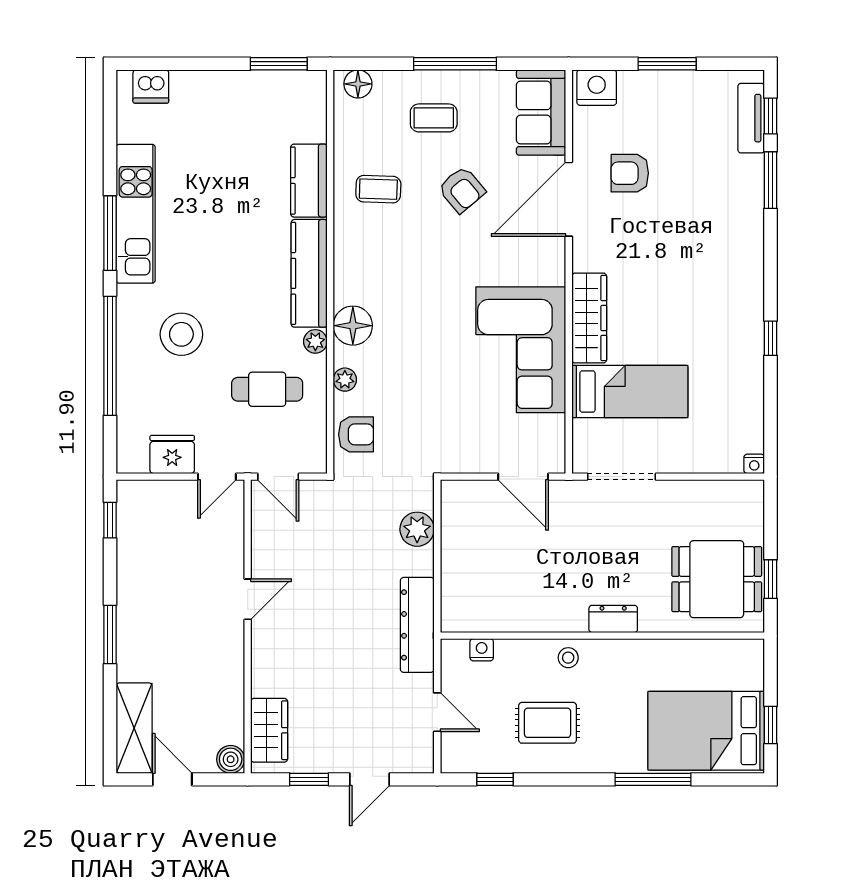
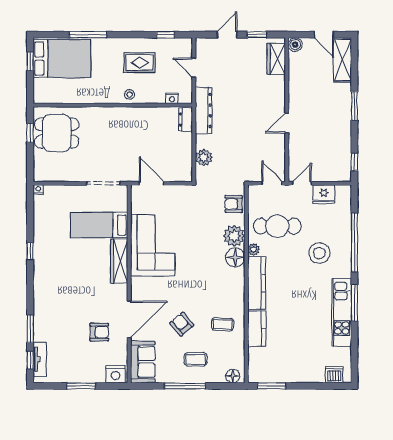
plant: (345, 380) -> (234, 236), width x1.88, depth x1.88
cafe table: (267, 389) -> (277, 226), width x1.37, depth x1.35
dresser: (613, 619) -> (186, 120), moved, turned 90

